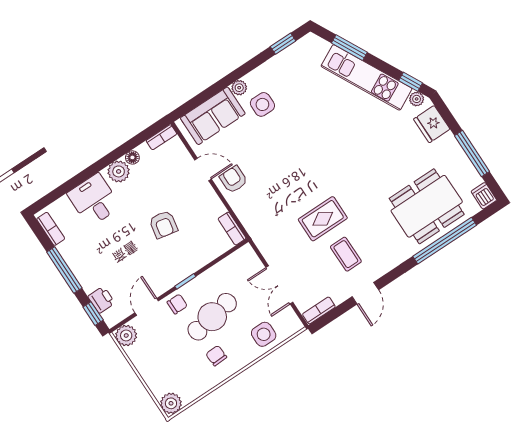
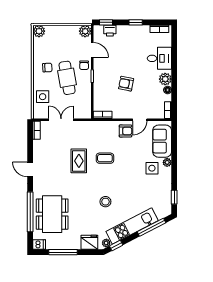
window: (349, 48) -> (152, 227), width x1.44
stool: (357, 140) -> (105, 202), added
coffee table: (346, 254) -> (105, 158), moved
window: (64, 270) -> (136, 22), width x0.46
door: (365, 293) -> (30, 169), moved

